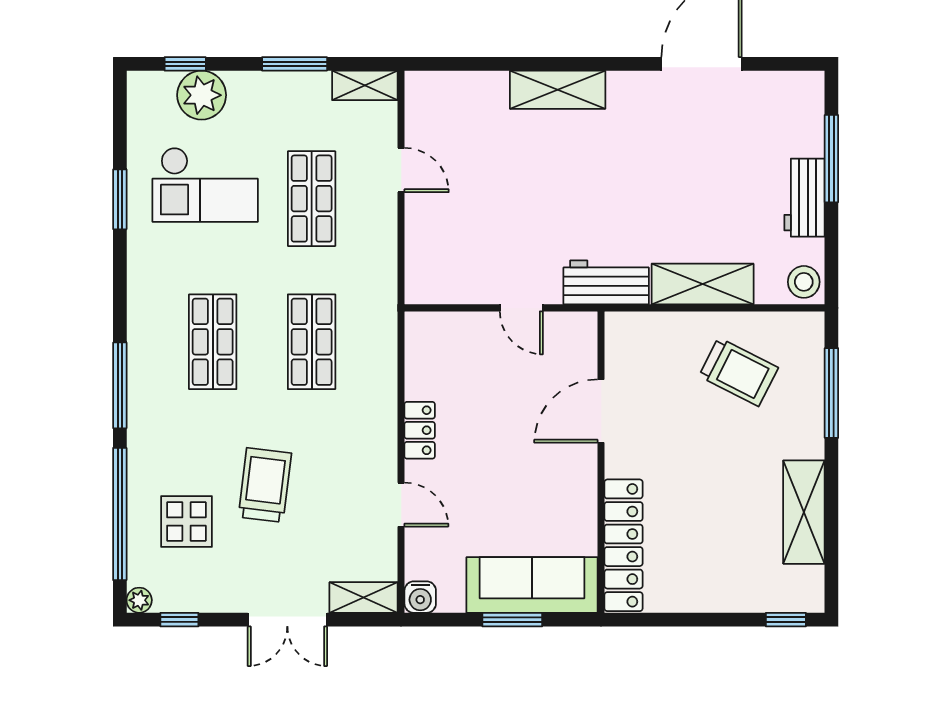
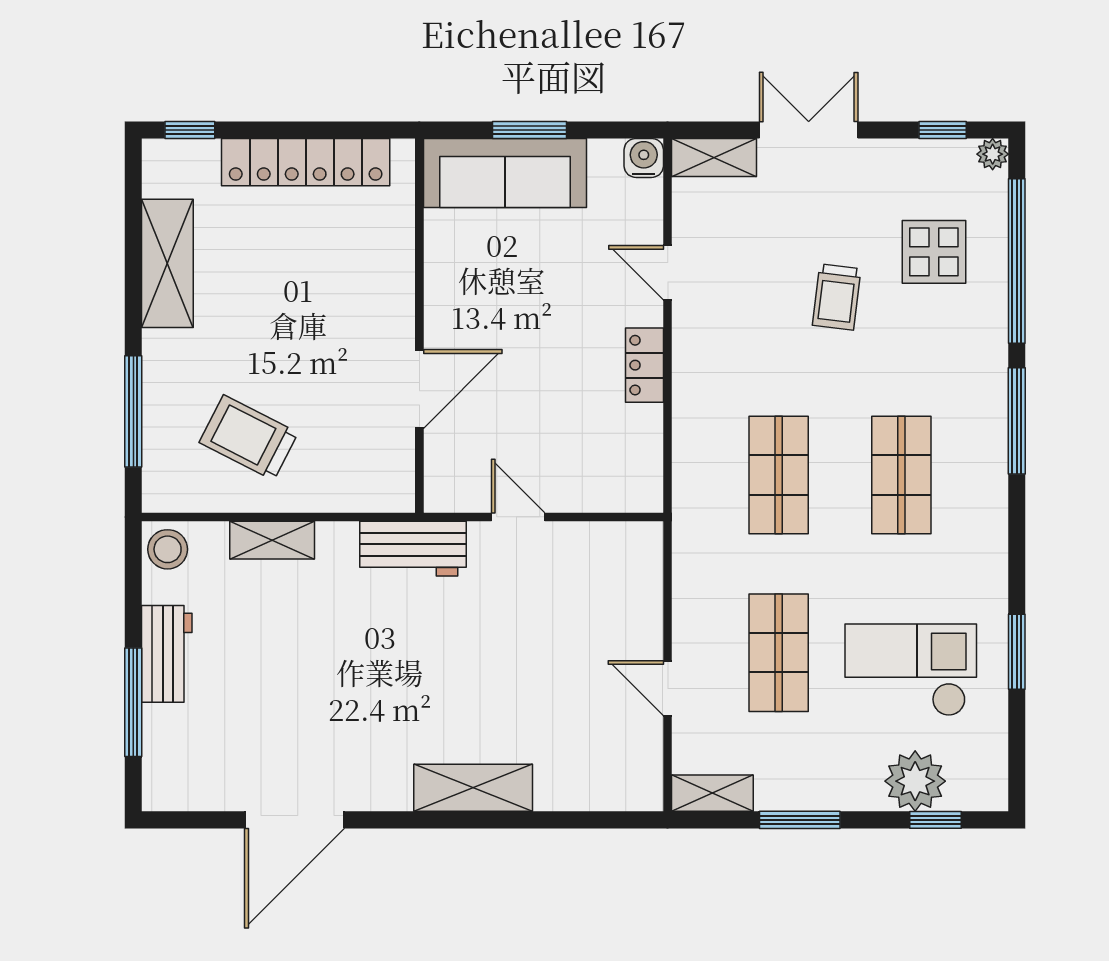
shelving: (703, 284) -> (272, 540), width x0.67, depth x0.75
trolley: (265, 485) -> (837, 297), width x0.73, depth x0.72
locker: (624, 545) -> (306, 162), moved, turned -90

